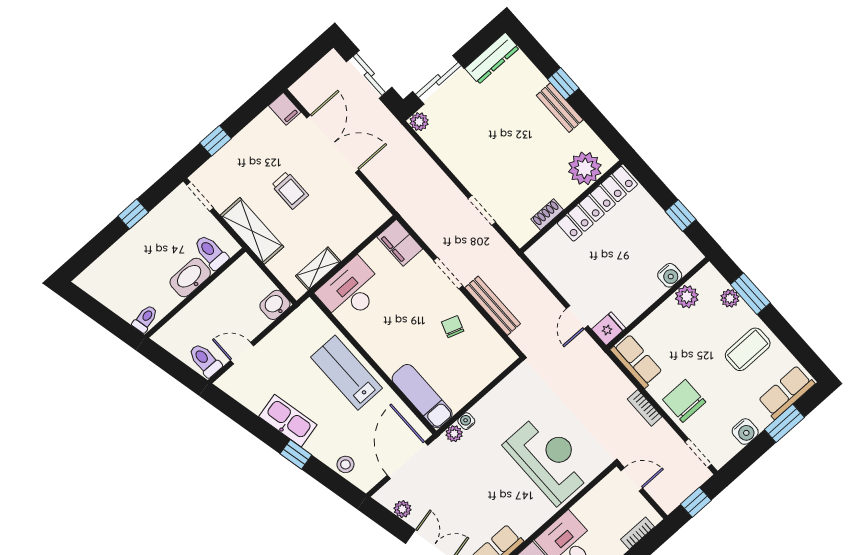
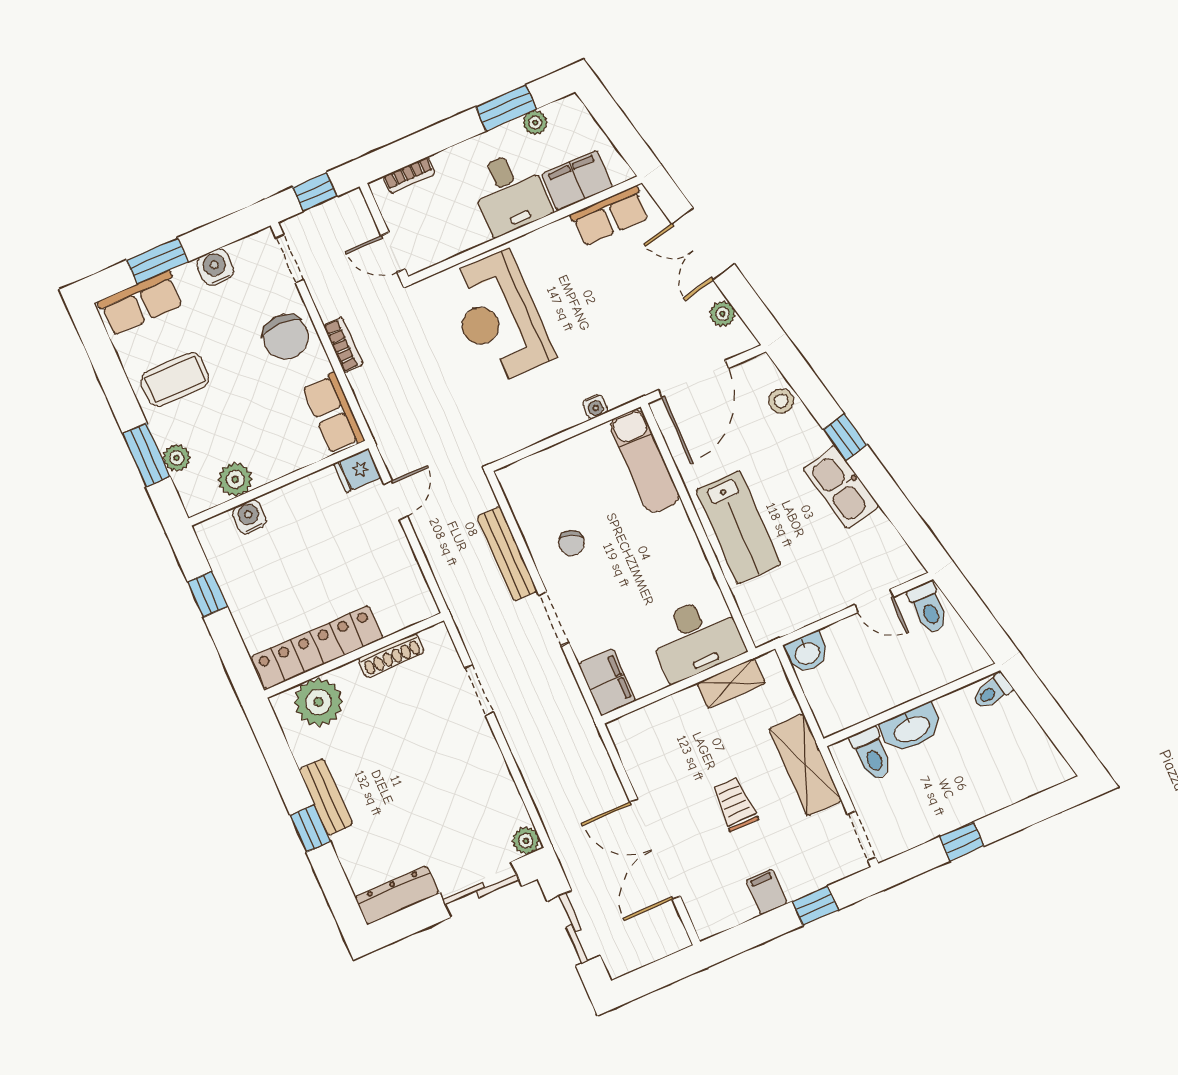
filing cabinet: (285, 109) -> (767, 892), moved
shoe rack: (547, 215) -> (391, 655), width x1.43
plant: (454, 434) -> (617, 395), removed

